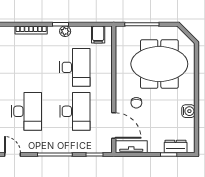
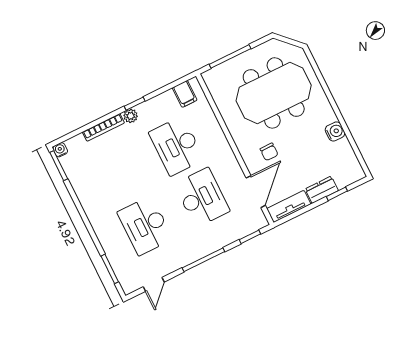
plant: (65, 31) -> (131, 116), moved
desk: (75, 67) -> (177, 146), turned 180
desk: (26, 111) -> (145, 226), turned 180
door: (114, 125) -> (256, 192), hinge flipped
dresser: (176, 147) -> (322, 190), moved
door: (12, 154) -> (154, 284), swing flipped

